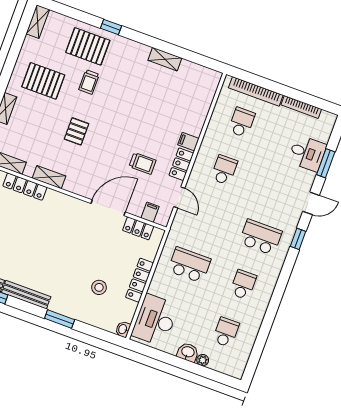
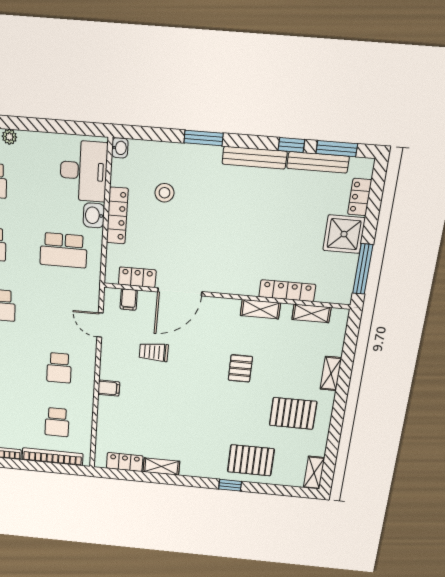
trolley: (89, 82) -> (240, 424), removed
locker: (181, 164) -> (125, 462), moved, turned -90
washbasin: (188, 352) -> (94, 215), moved, turned 90

